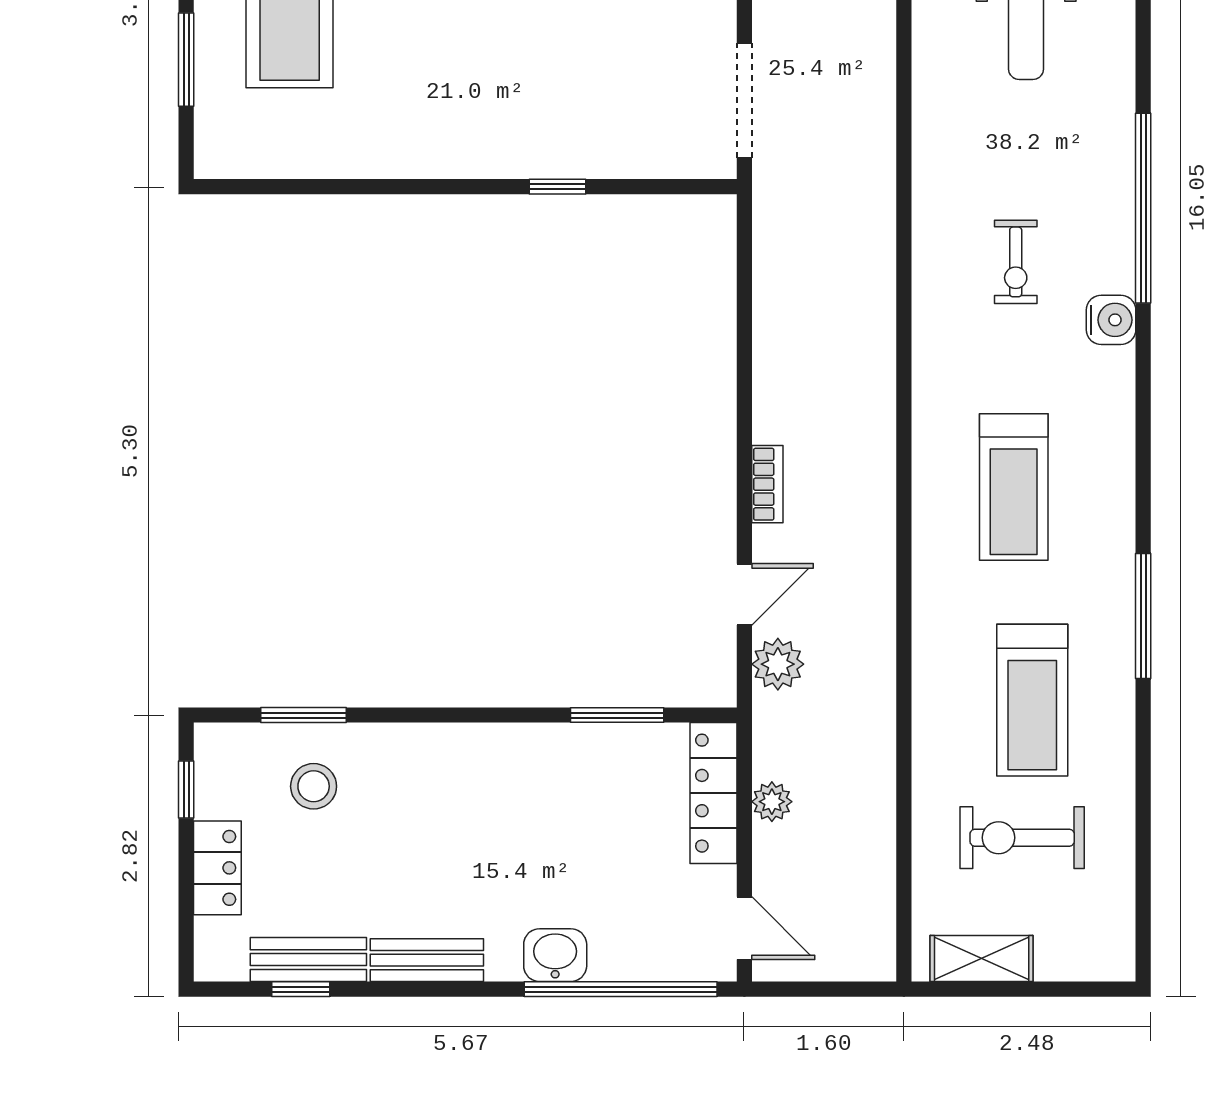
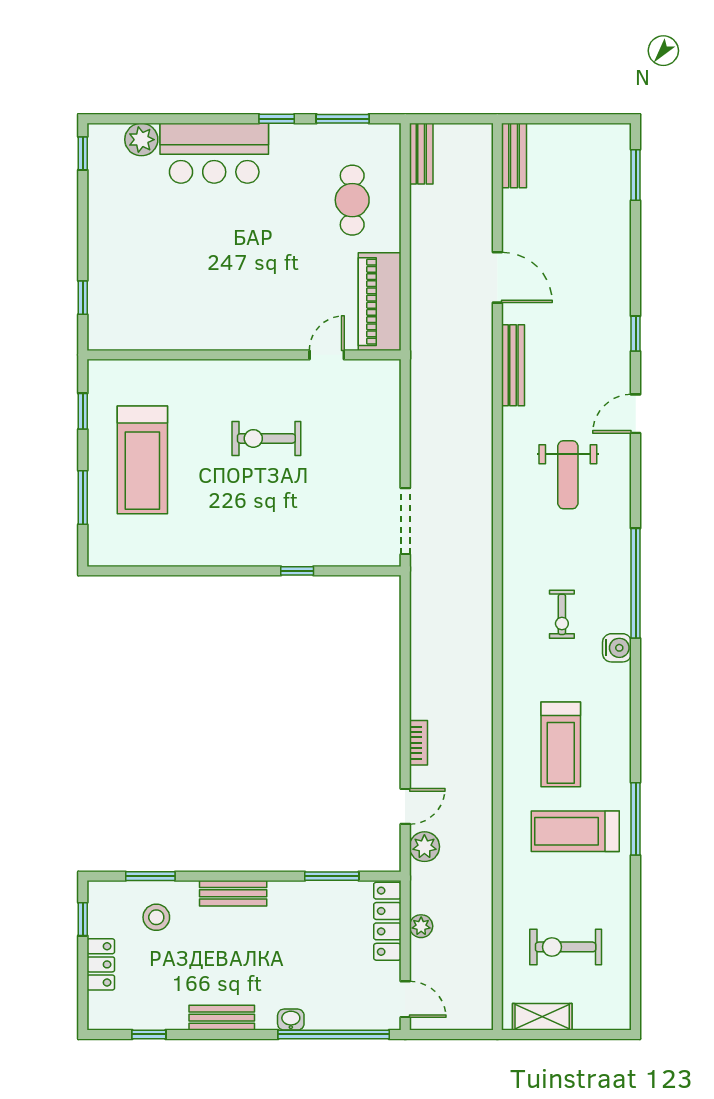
treadmill: (1032, 700) -> (575, 831), moved, turned 90
washbasin: (555, 955) -> (291, 1020), width x0.72, depth x0.69
bench: (308, 960) -> (233, 893), moved

